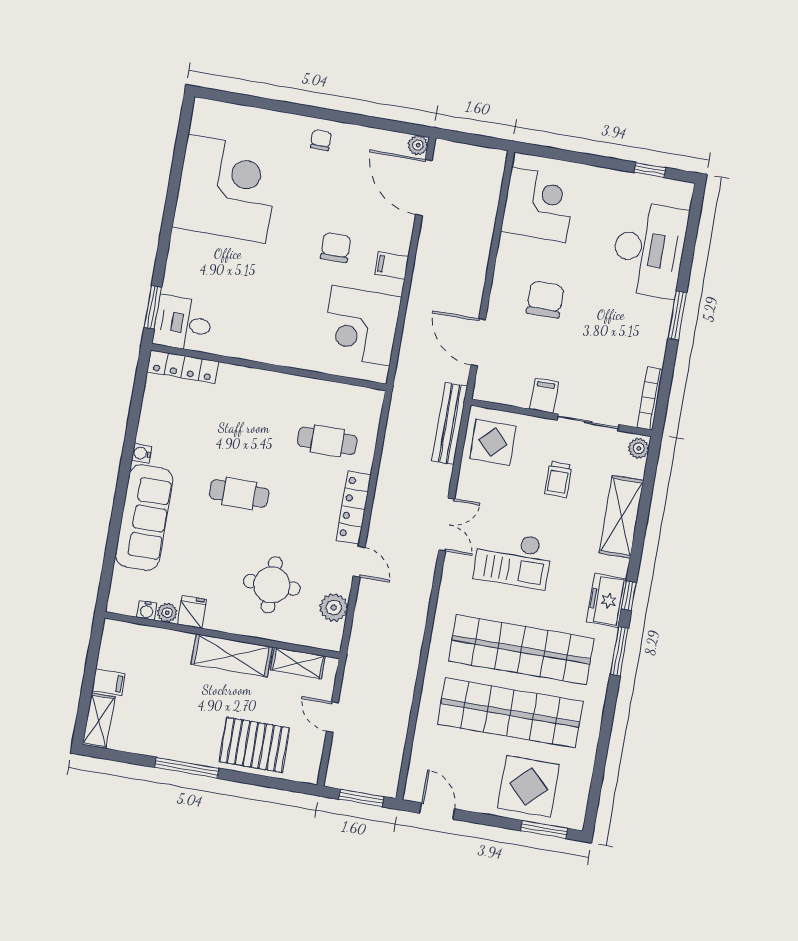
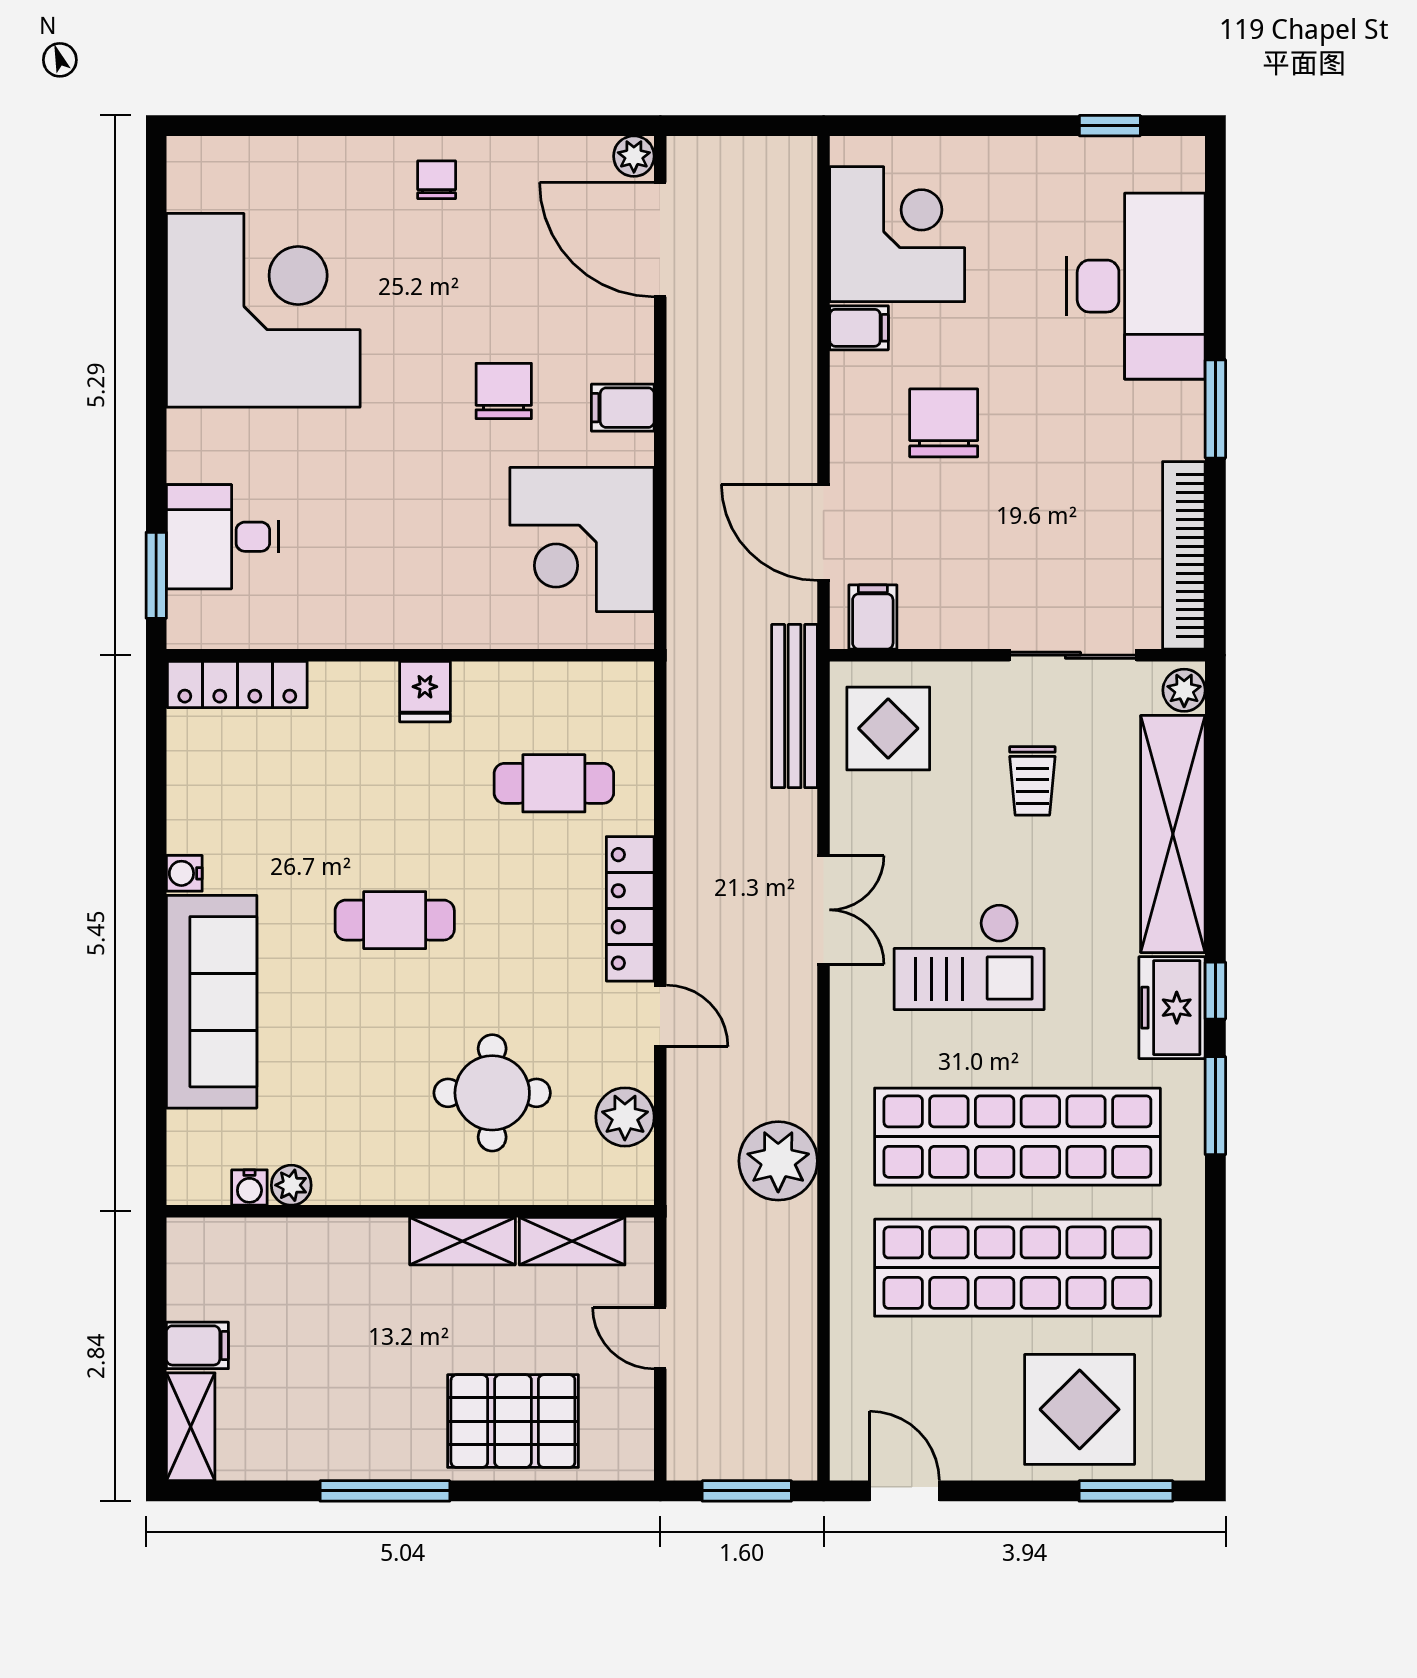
filing cabinet: (512, 247) -> (859, 328), added
desk: (183, 323) -> (223, 537), moved
filing cabinet: (544, 396) -> (873, 617), moved
bookcase: (650, 398) -> (1184, 555), width x1.48, depth x1.31
shelving: (621, 517) -> (1173, 834), width x1.47
fridge: (192, 612) -> (425, 692), moved, turned 180
plant: (404, 641) -> (778, 1161), added
shelving: (232, 656) -> (463, 1241), width x0.67, depth x0.75

